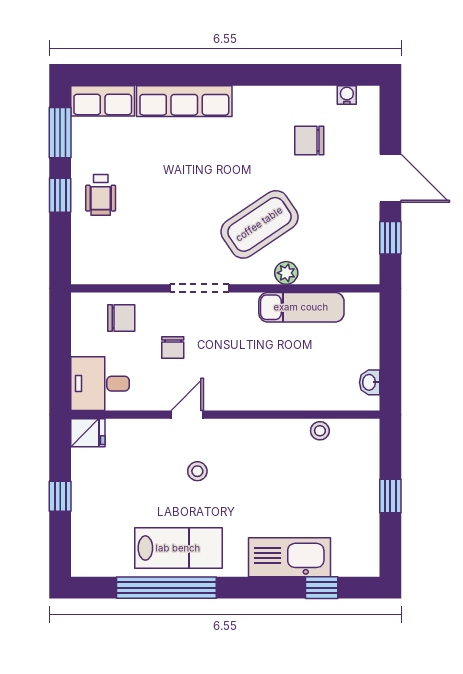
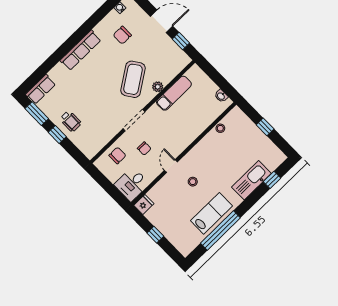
row of seats: (184, 101) -> (81, 50), moved

